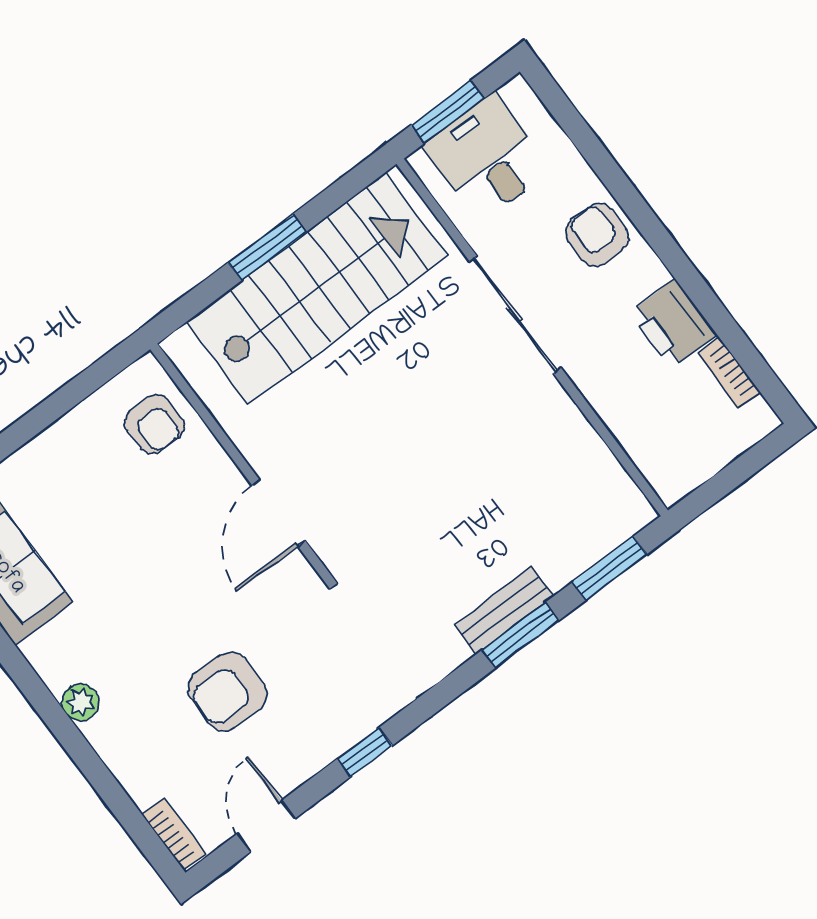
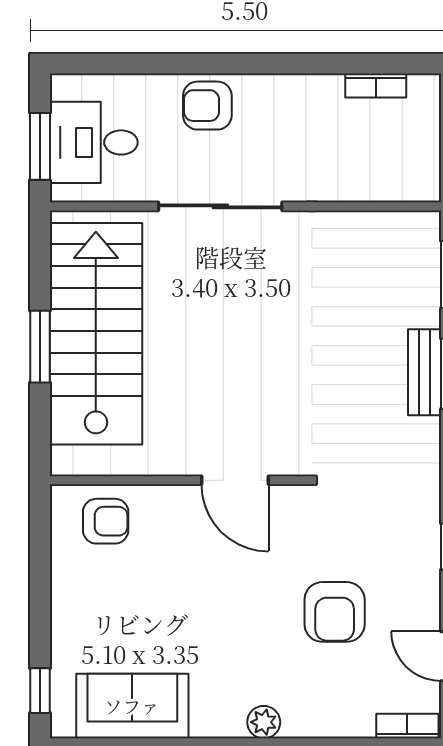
printer: (673, 324) -> (311, 99), removed

